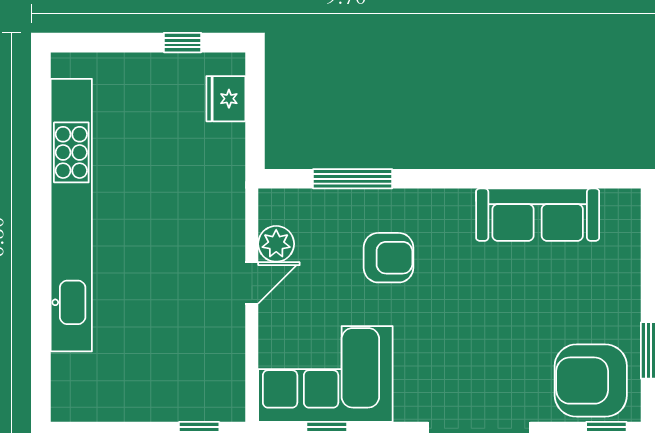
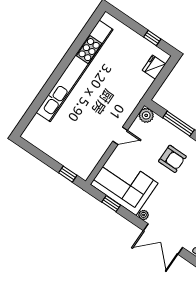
plant: (276, 244) -> (146, 115), moved
plant: (407, 410) -> (144, 215), added

